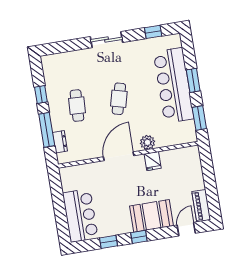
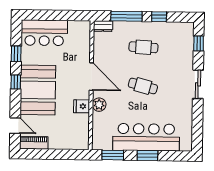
window: (153, 32) -> (199, 43), moved
dresser: (60, 142) -> (103, 26), moved
booth: (152, 216) -> (38, 90), width x1.36, depth x1.42

